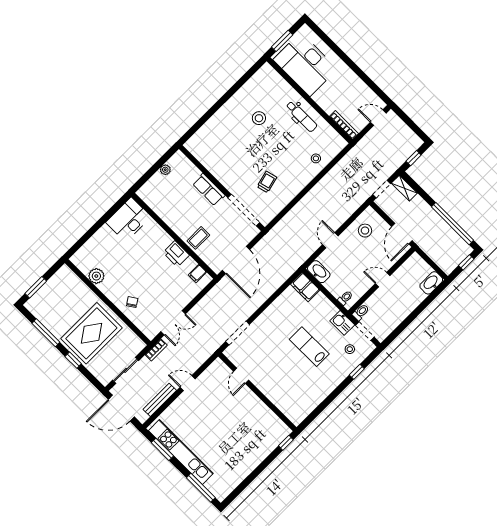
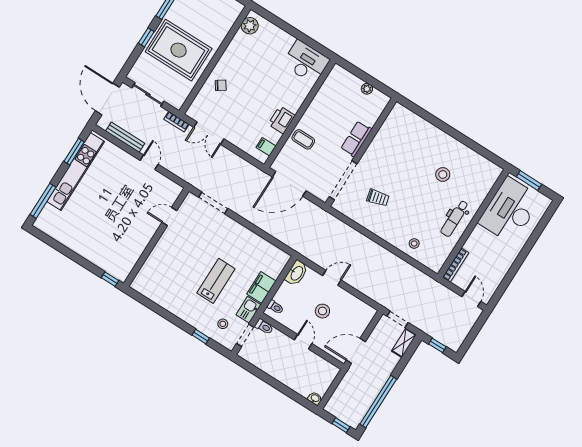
stool: (365, 231) -> (322, 311), moved
plant: (96, 276) -> (250, 26), moved
washbasin: (431, 283) -> (315, 398), width x0.52, depth x0.69
filing cabinet: (305, 287) -> (261, 288), moved

